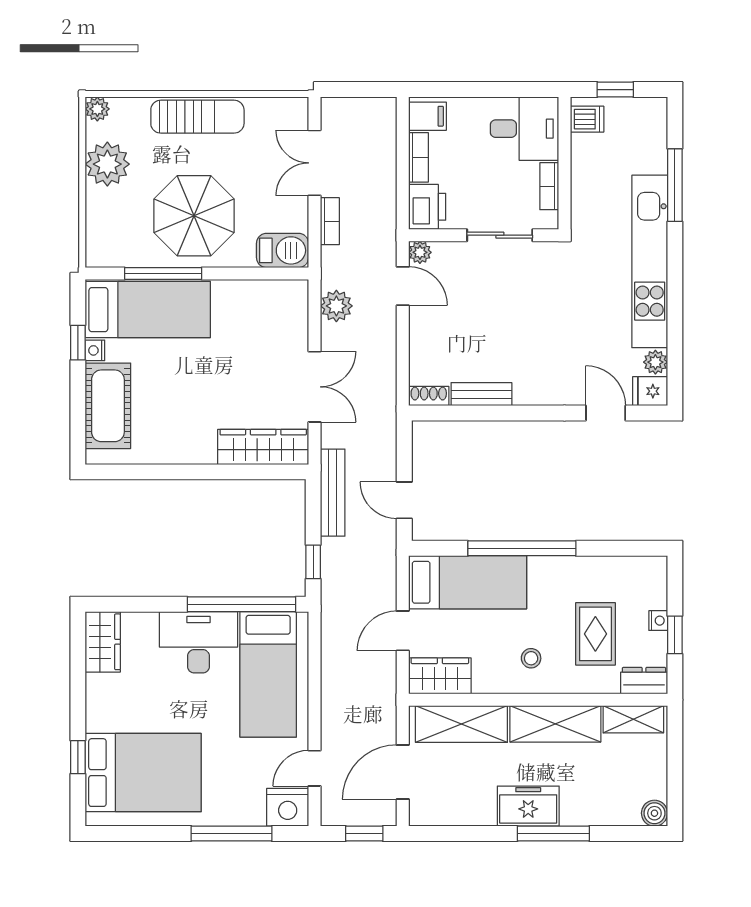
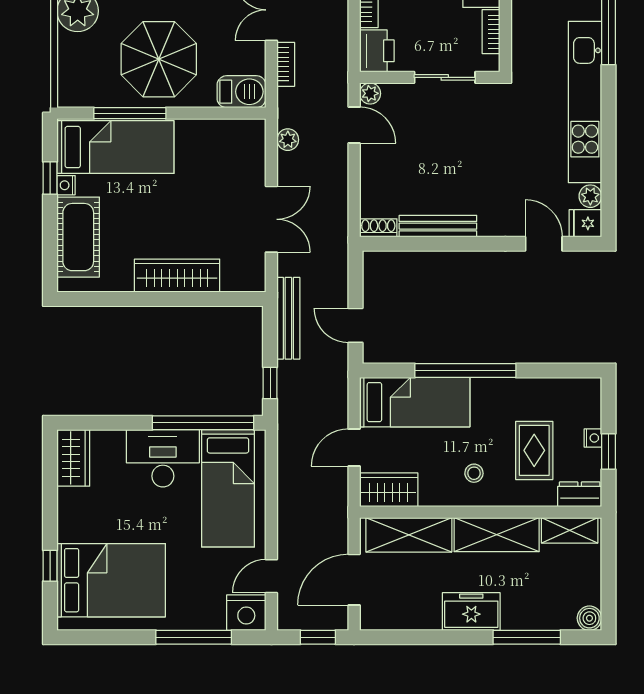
plant: (336, 306) -> (288, 140), width x0.73, depth x0.73
bench: (481, 394) -> (438, 226), width x1.36
wardrobe: (263, 447) -> (177, 276), moved
window: (553, 834) -> (527, 637), moved

